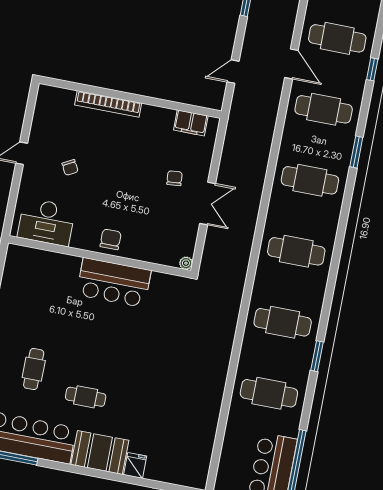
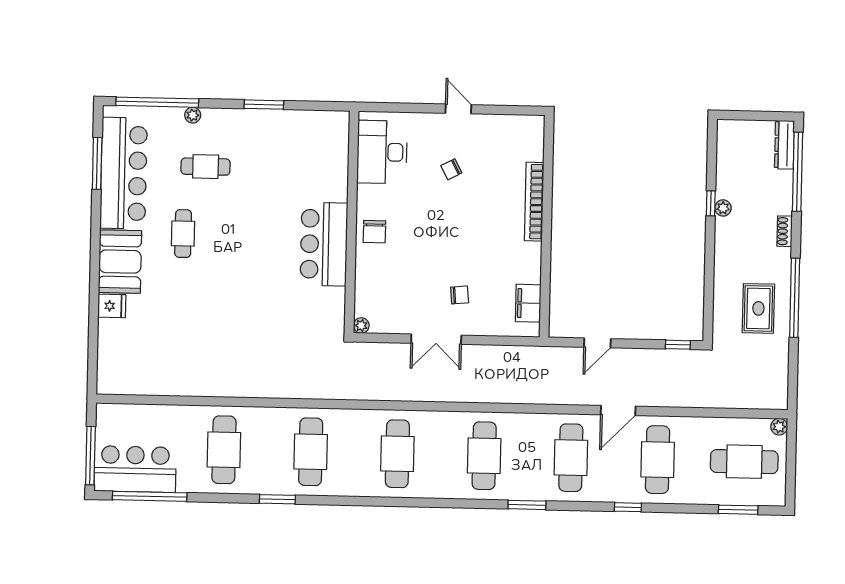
door: (233, 72) -> (597, 343), swing flipped
chair: (111, 239) -> (374, 232), turned 90

